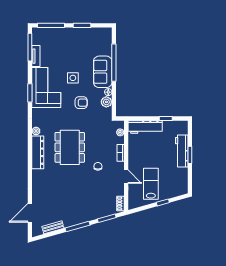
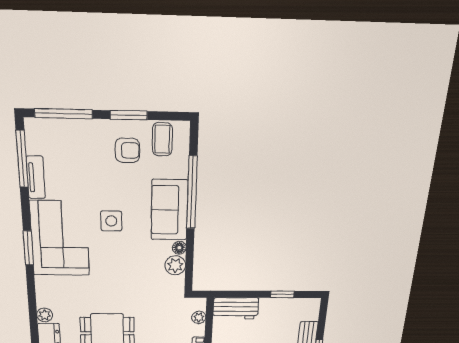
coffee table: (98, 36) -> (162, 139), added
armchair: (81, 103) -> (127, 150), moved
workbench: (145, 127) -> (236, 308), width x0.73

